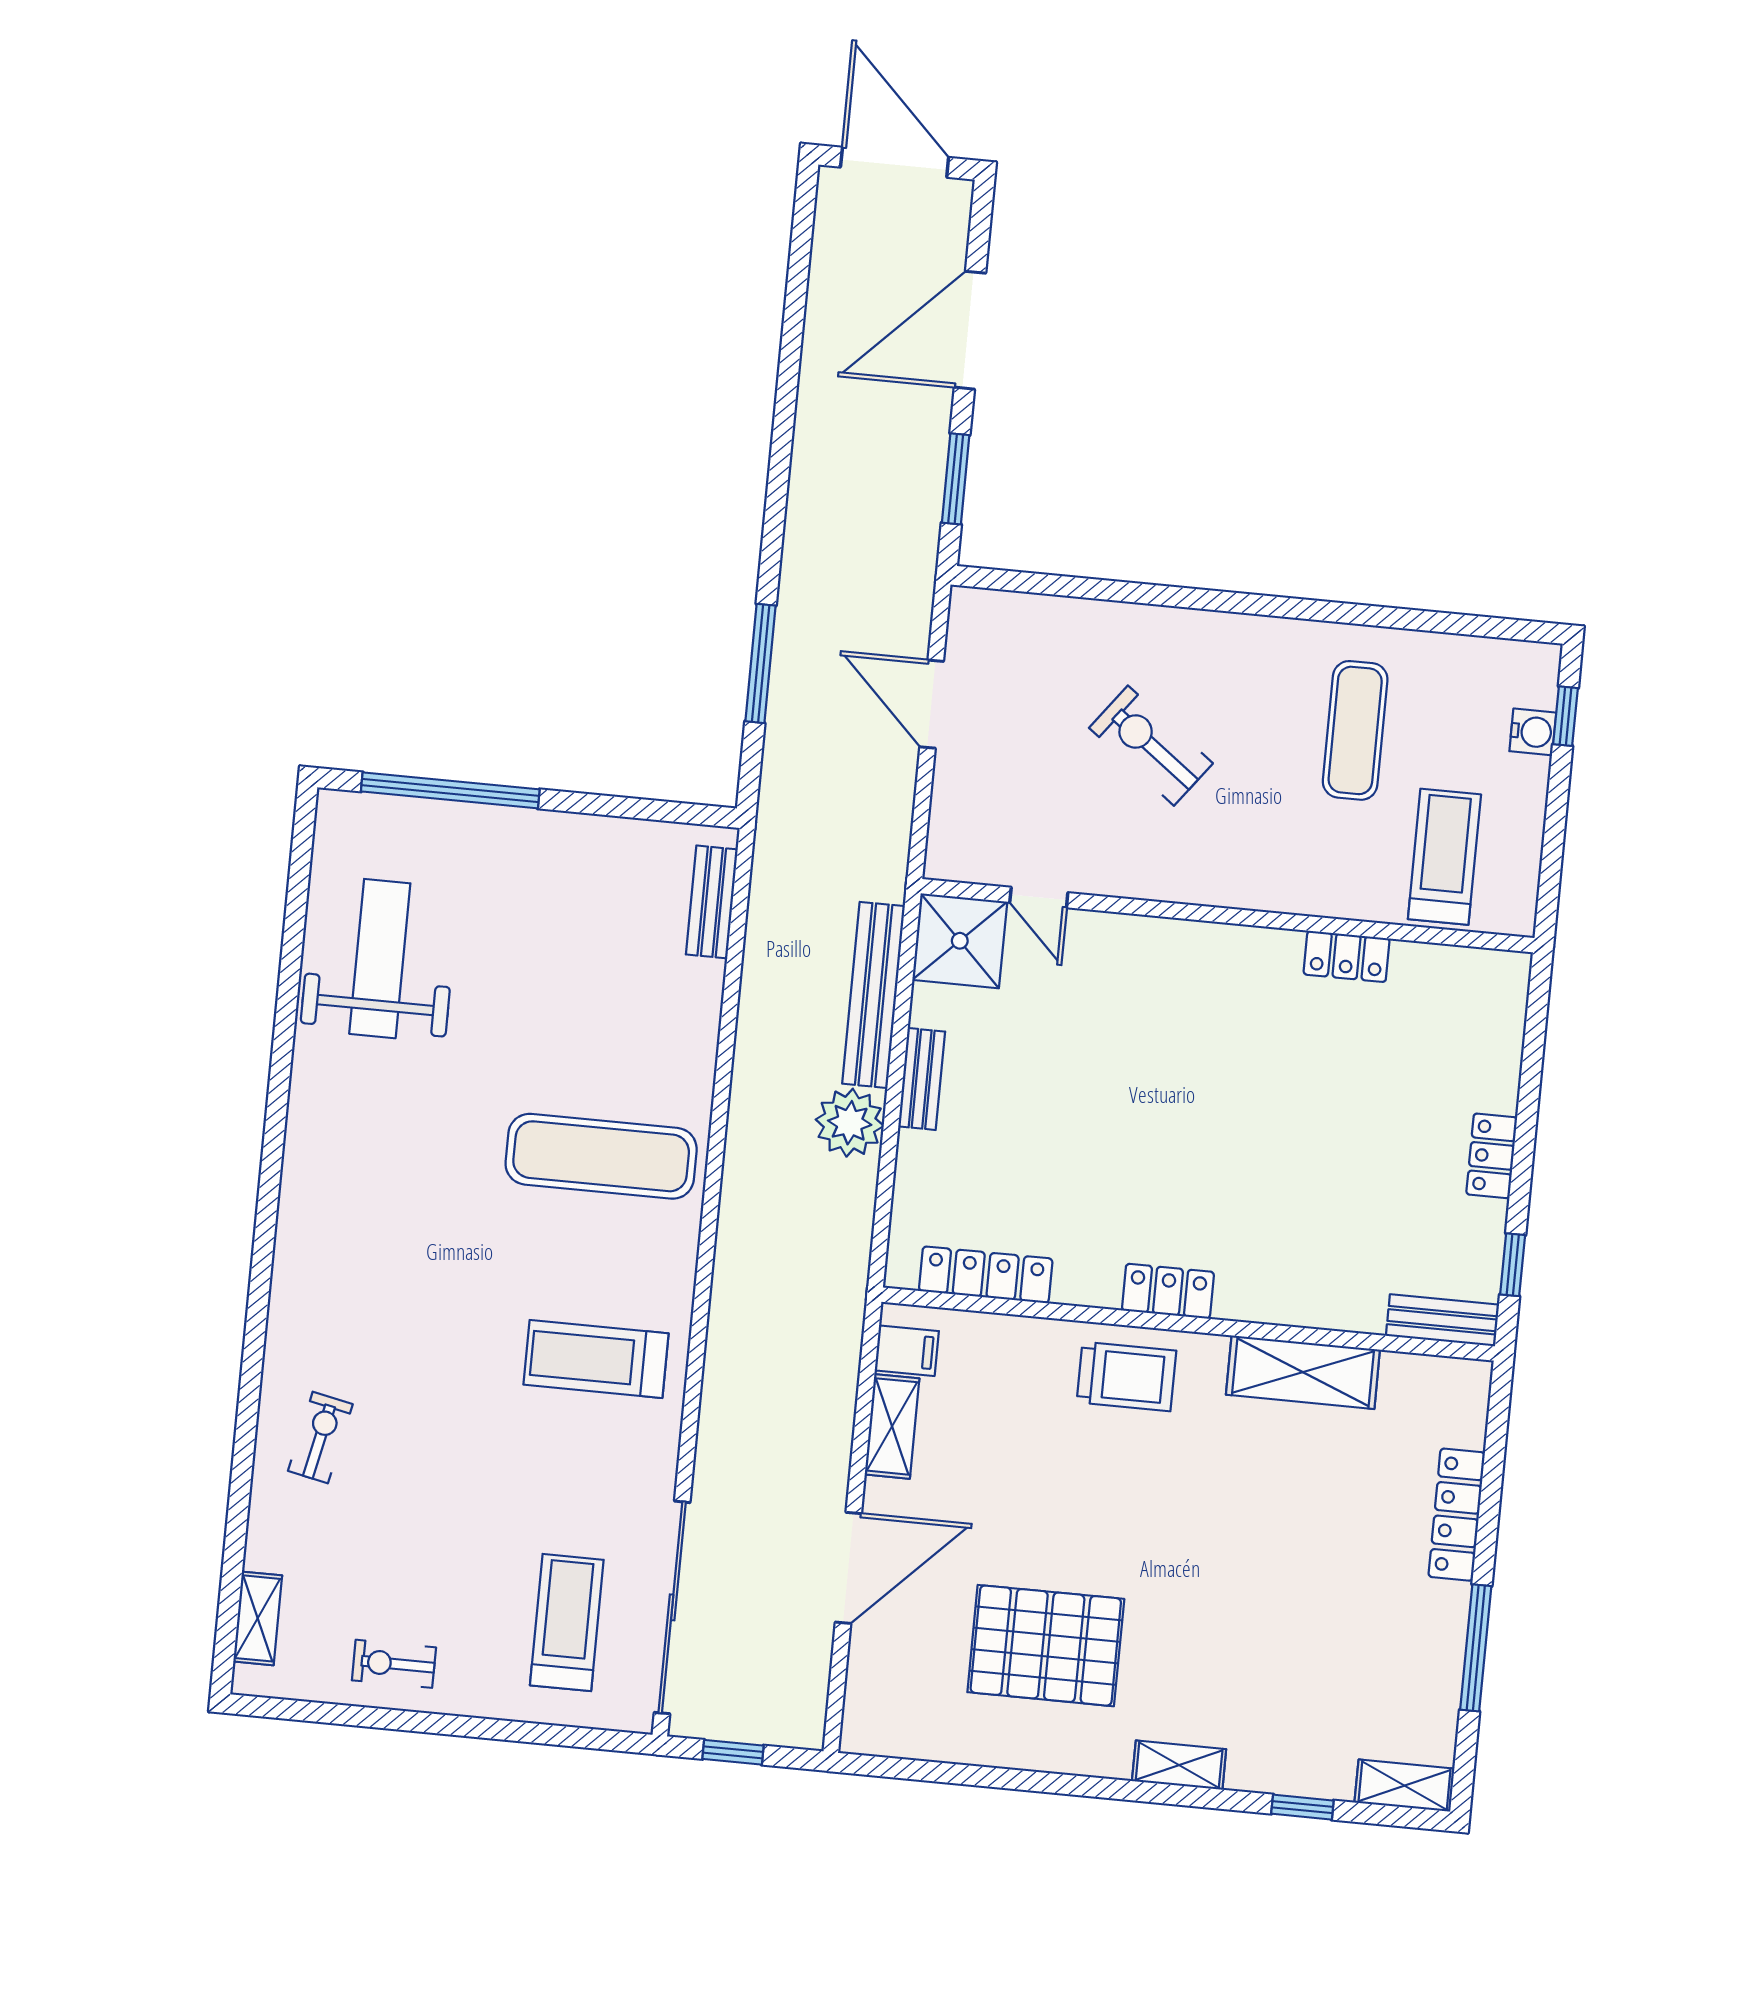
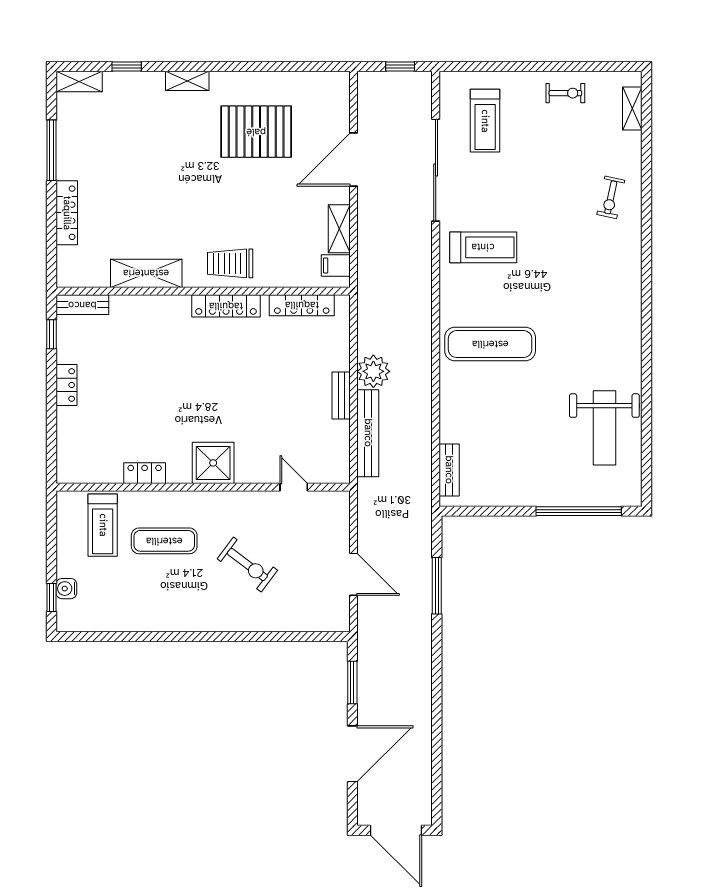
exercise mat: (1355, 730) -> (164, 541), moved, turned 90
shower: (960, 941) -> (213, 463), moved
locker: (1168, 1291) -> (226, 306), width x1.53
sliding door: (672, 1607) -> (436, 170), moved

